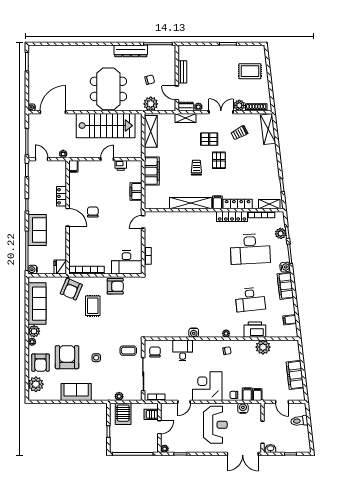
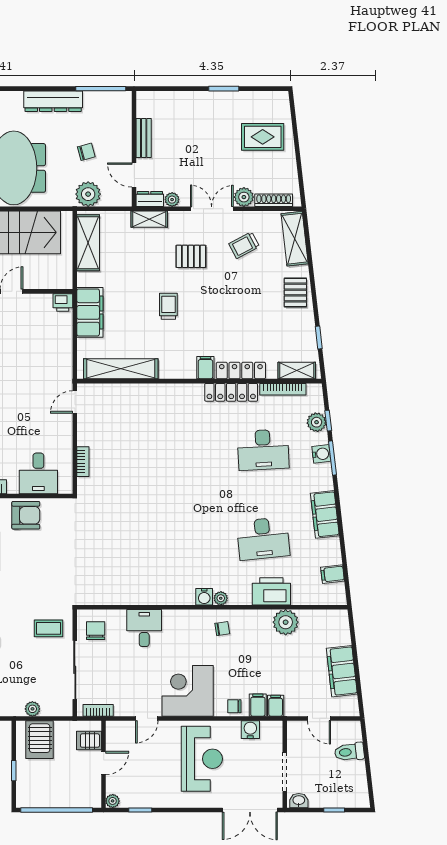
pallet: (219, 160) -> (295, 292), moved
printer: (121, 165) -> (63, 302), moved
filing cabinet: (136, 192) -> (62, 349), removed
shelving: (191, 203) -> (121, 369), moved
desk: (250, 249) -> (263, 450), width x0.73, depth x0.77
desk: (126, 262) -> (38, 473), width x0.73
water cooler: (285, 267) -> (321, 454), moved
water cooler: (194, 333) -> (204, 597), moved

